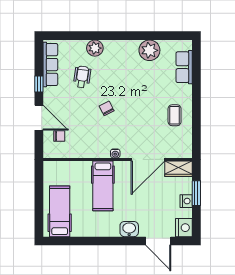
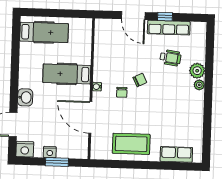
plant: (149, 50) -> (199, 85), moved, width x0.53, depth x0.53
row of seats: (50, 65) -> (169, 28), moved
coffee table: (175, 115) -> (131, 144), width x1.86, depth x1.72
door: (39, 118) -> (133, 16), hinge flipped
chair: (59, 136) -> (122, 92), moved
wardrobe: (179, 169) -> (81, 146), removed

